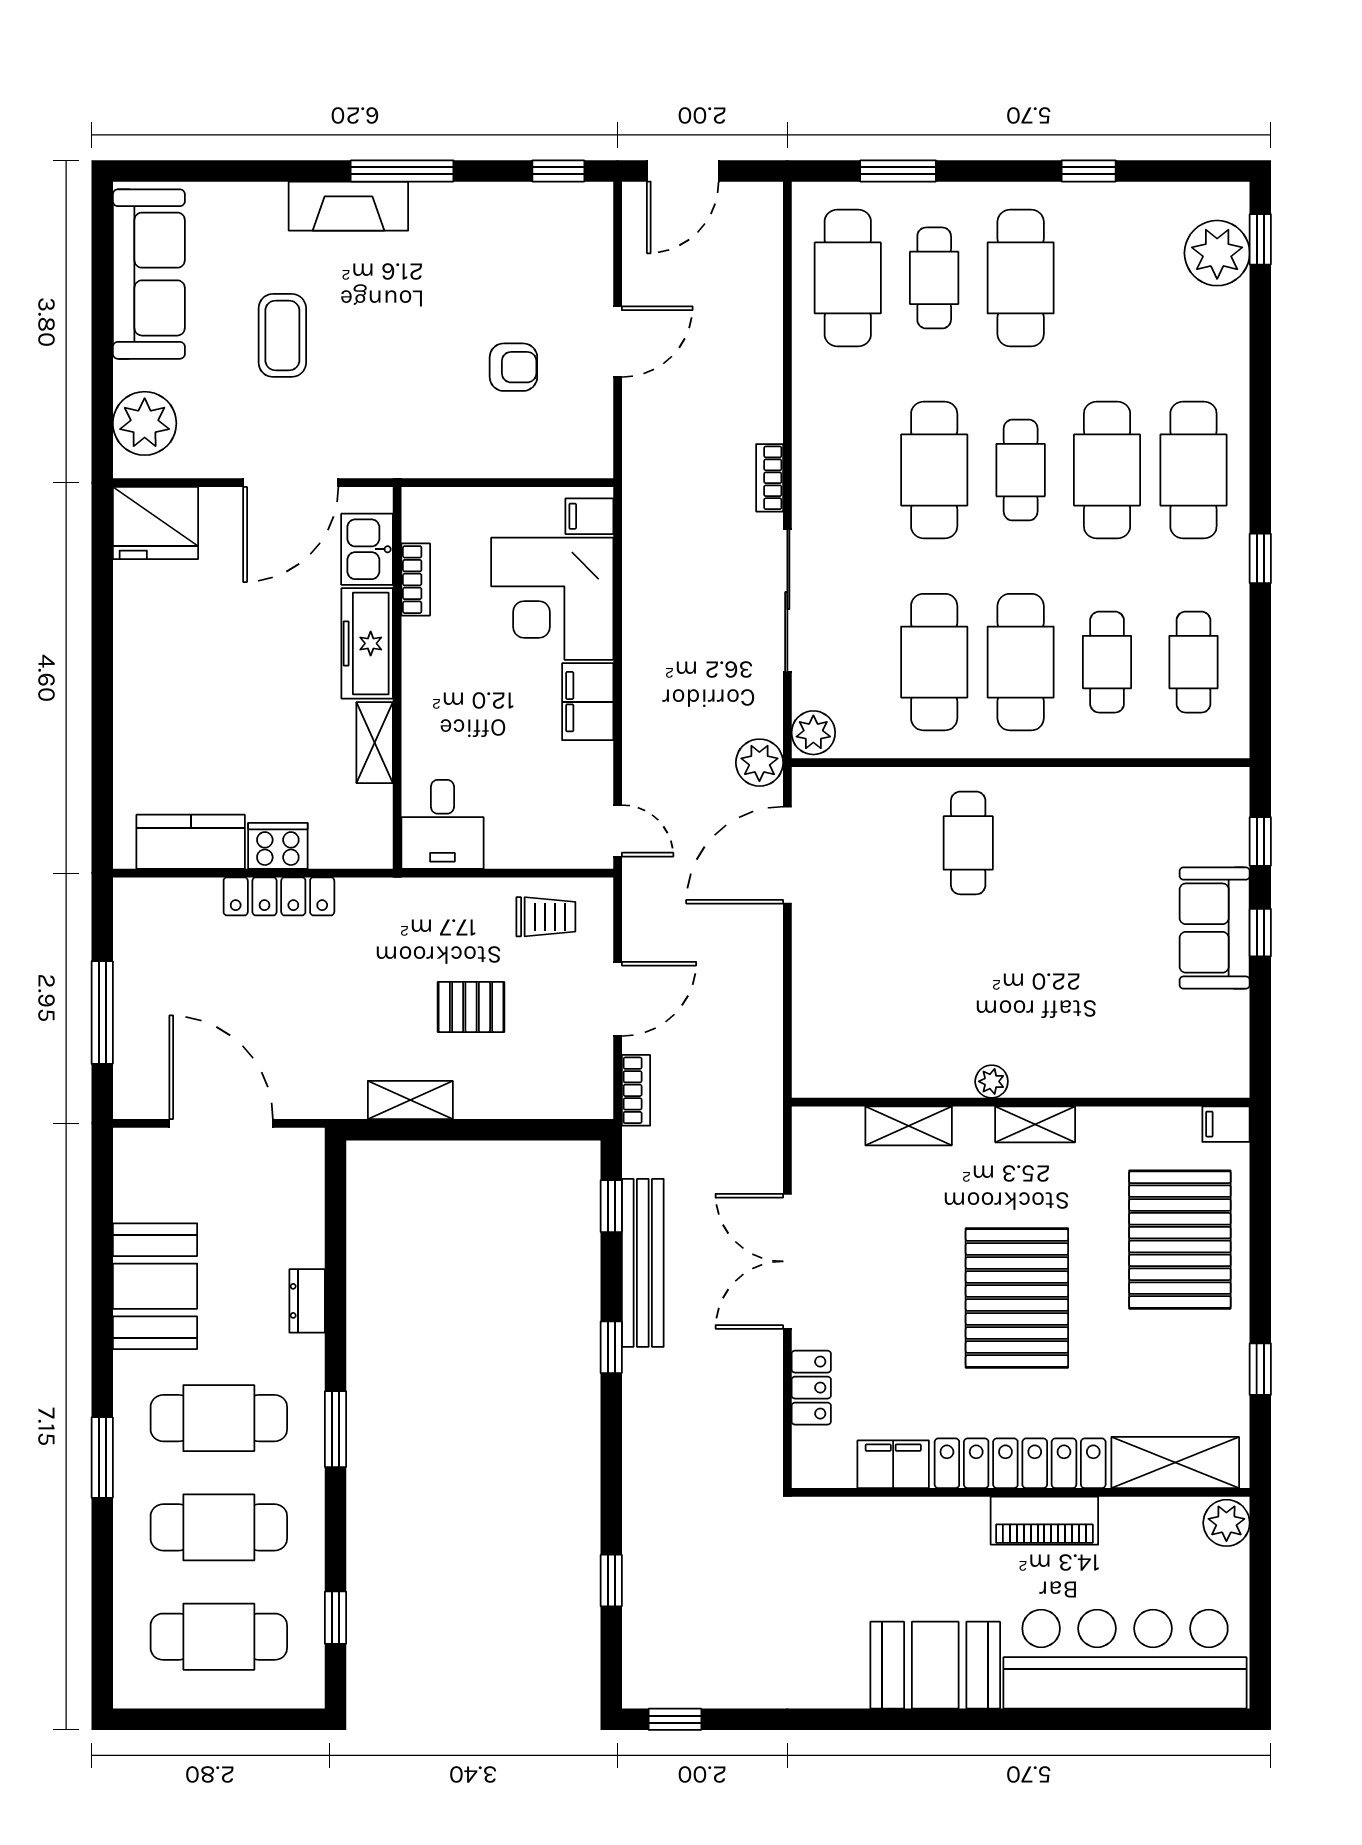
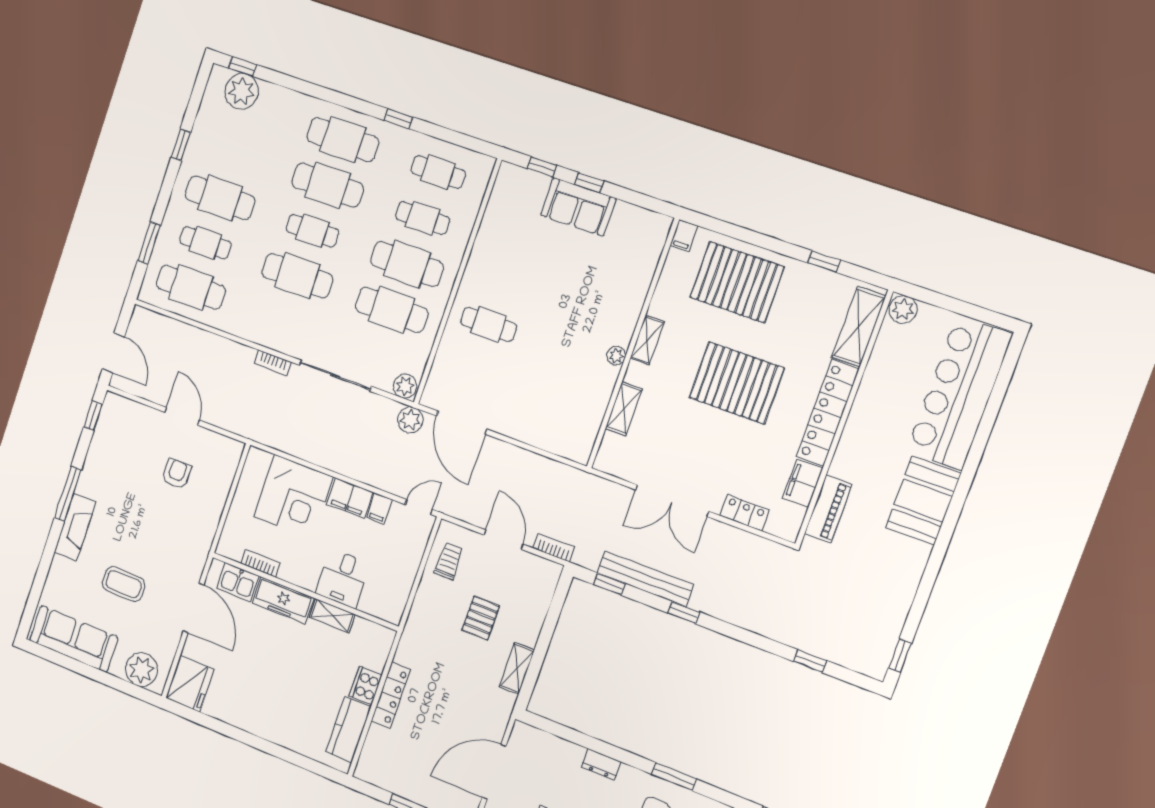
filing cabinet: (589, 516) -> (379, 508), moved
desk: (442, 824) -> (343, 578), moved, turned 90
piano: (1044, 1521) -> (828, 509), moved

